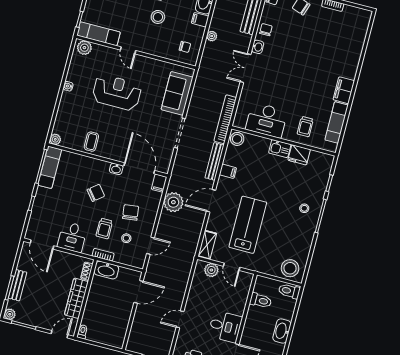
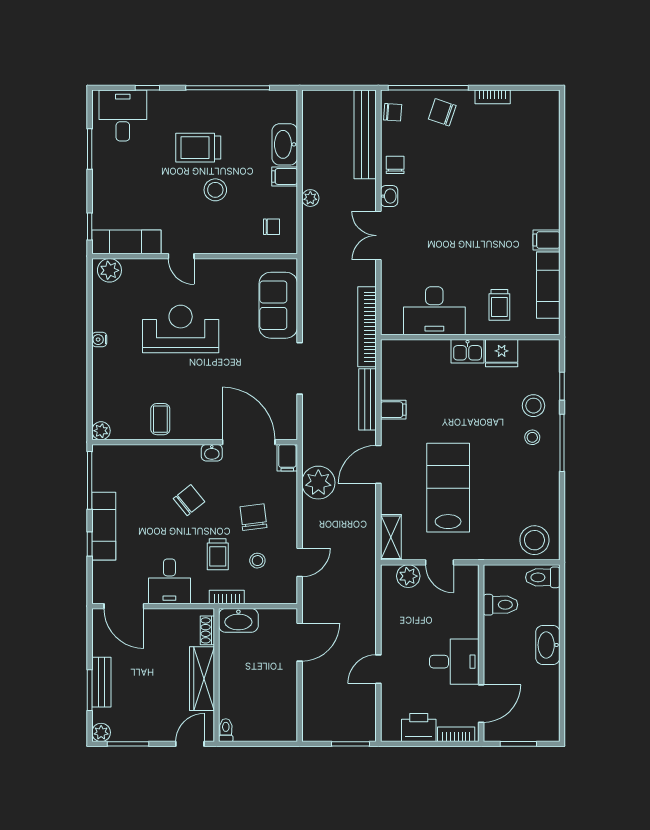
filing cabinet: (344, 90) -> (546, 240), width x0.50
stool: (237, 139) -> (533, 406), moved
exam couch: (50, 167) -> (104, 526), moved

